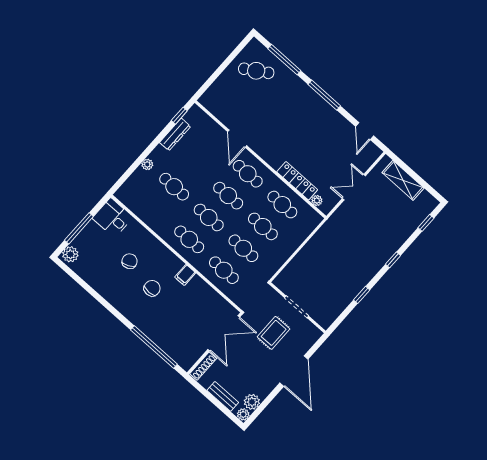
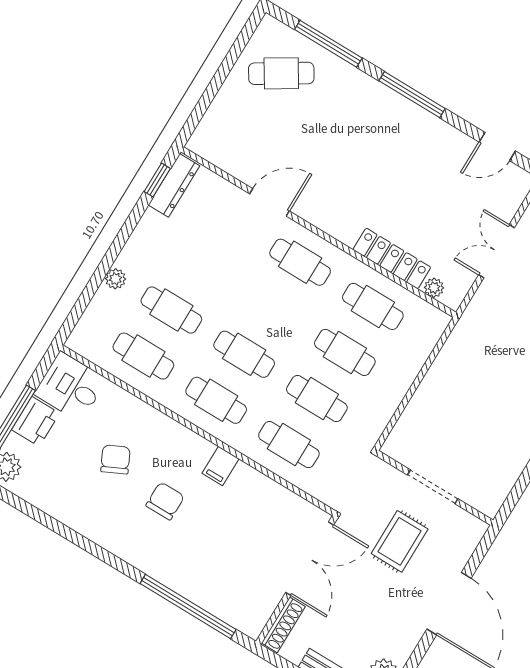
door: (365, 131) -> (497, 146), hinge flipped
dresser: (175, 134) -> (174, 185), moved
door: (237, 139) -> (270, 202), swing flipped
cafe table: (228, 196) -> (143, 356), moved
printer: (91, 233) -> (36, 421), added

